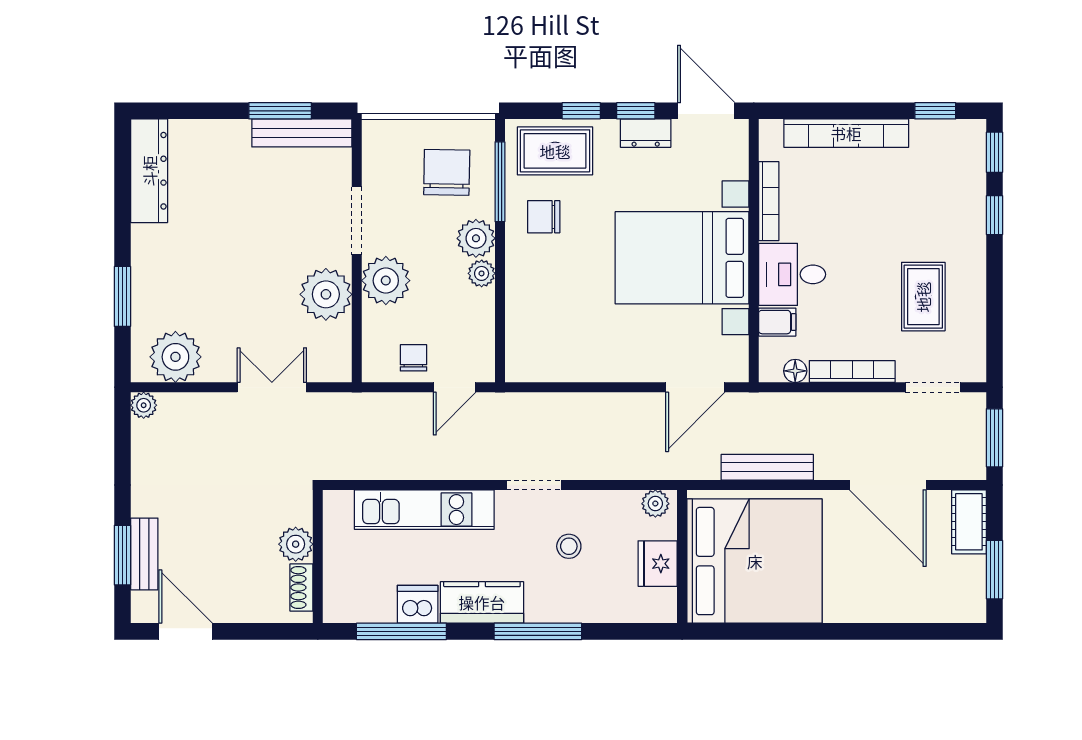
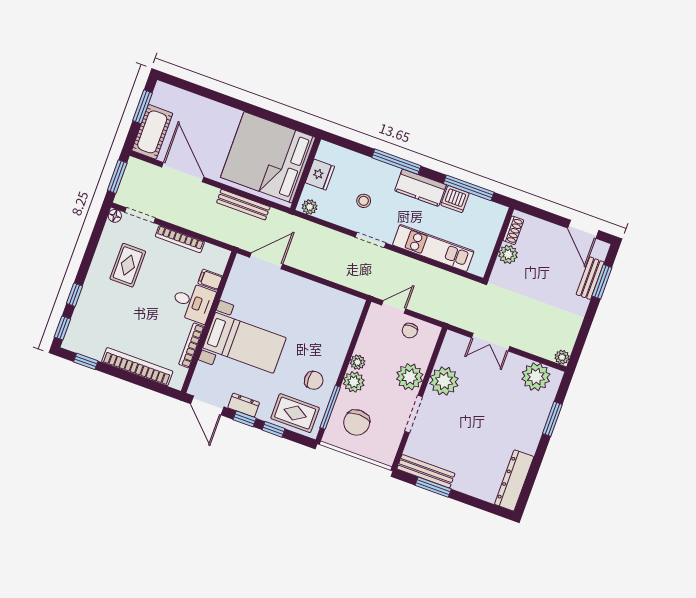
bed with nightstands: (682, 258) -> (244, 343), width x0.73
floor lamp: (795, 371) -> (115, 216), moved
cot: (969, 522) -> (152, 132), width x1.37, depth x1.34

